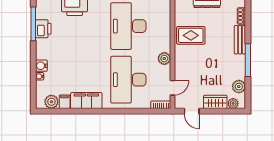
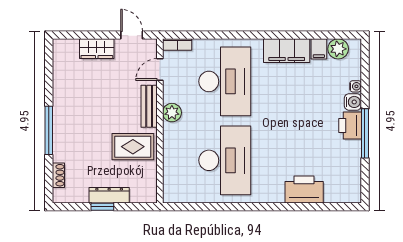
window: (33, 24) -> (365, 133), moved
printer: (43, 29) -> (350, 125), moved
bench: (240, 40) -> (149, 106), moved
window: (248, 60) -> (49, 130), moved
plant: (239, 87) -> (62, 71), removed
plant: (233, 103) -> (70, 46), removed

